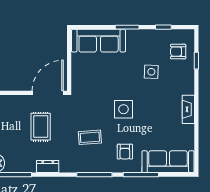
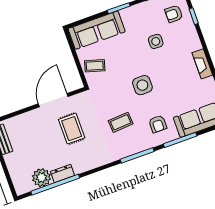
coffee table: (84, 74) -> (95, 66), added
door: (48, 93) -> (53, 100), moved
dresser: (48, 167) -> (62, 174), moved

